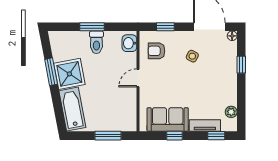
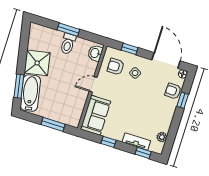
side table: (192, 56) -> (135, 73), moved
armchair: (227, 58) -> (173, 91), added
window: (51, 72) -> (19, 86), moved
sofa: (168, 120) -> (96, 115), moved, turned 90

